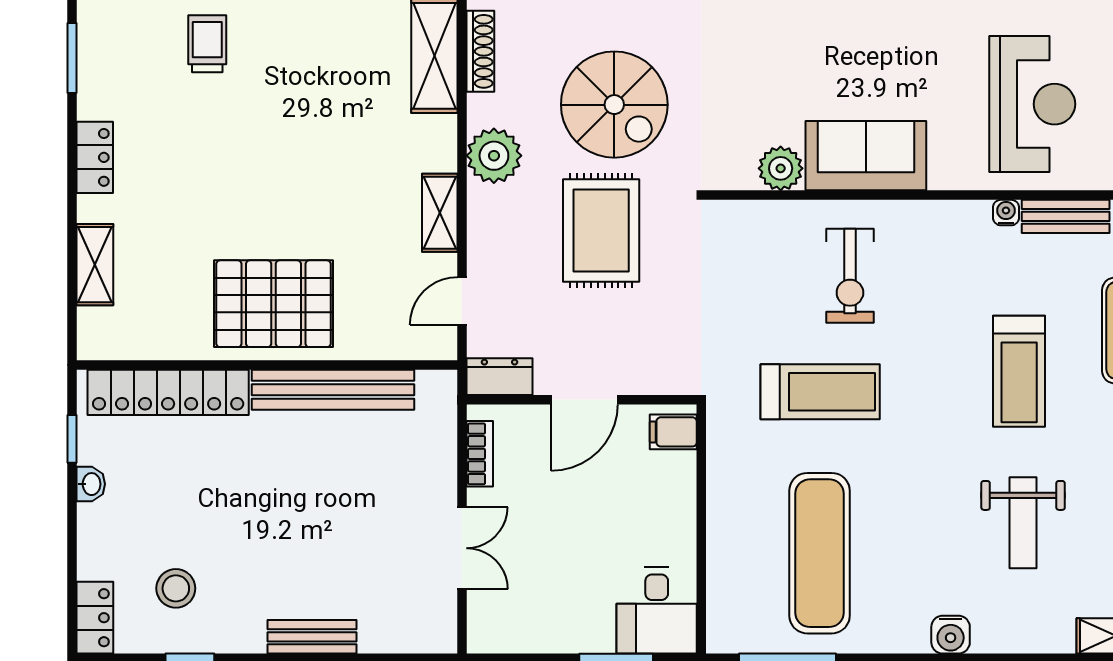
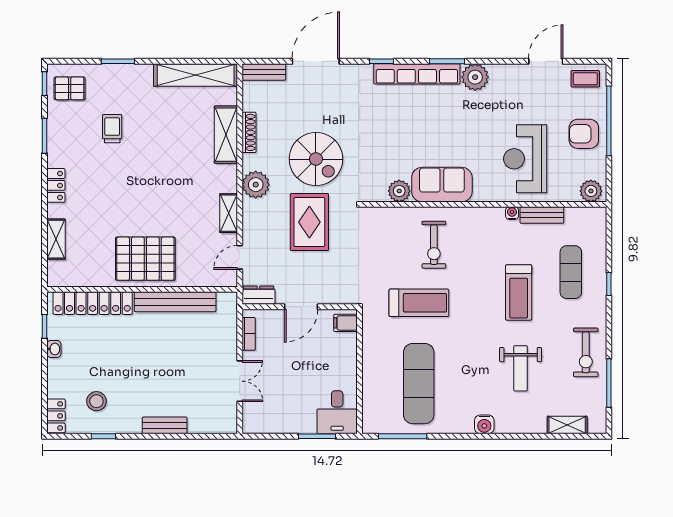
reception desk: (1032, 104) -> (525, 159), turned 180

